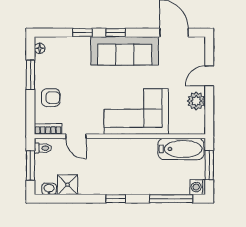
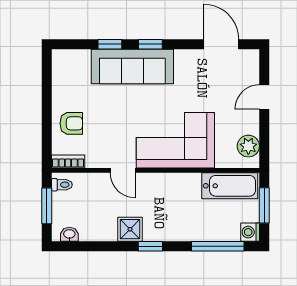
floor lamp: (40, 48) -> (58, 63), removed
sofa: (125, 51) -> (132, 66), moved
window: (30, 75) -> (47, 96), removed
plant: (196, 101) -> (248, 146), moved
door: (76, 136) -> (123, 170), moved
shower: (68, 185) -> (130, 229), moved

